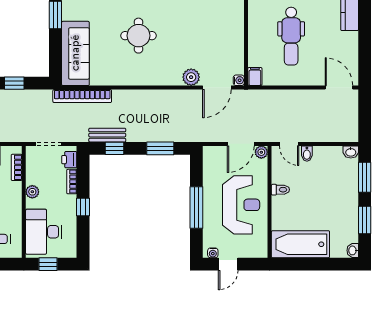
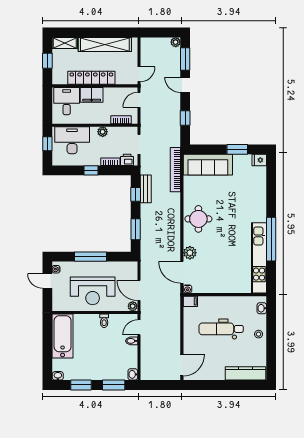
round table: (138, 36) -> (198, 219), moved

